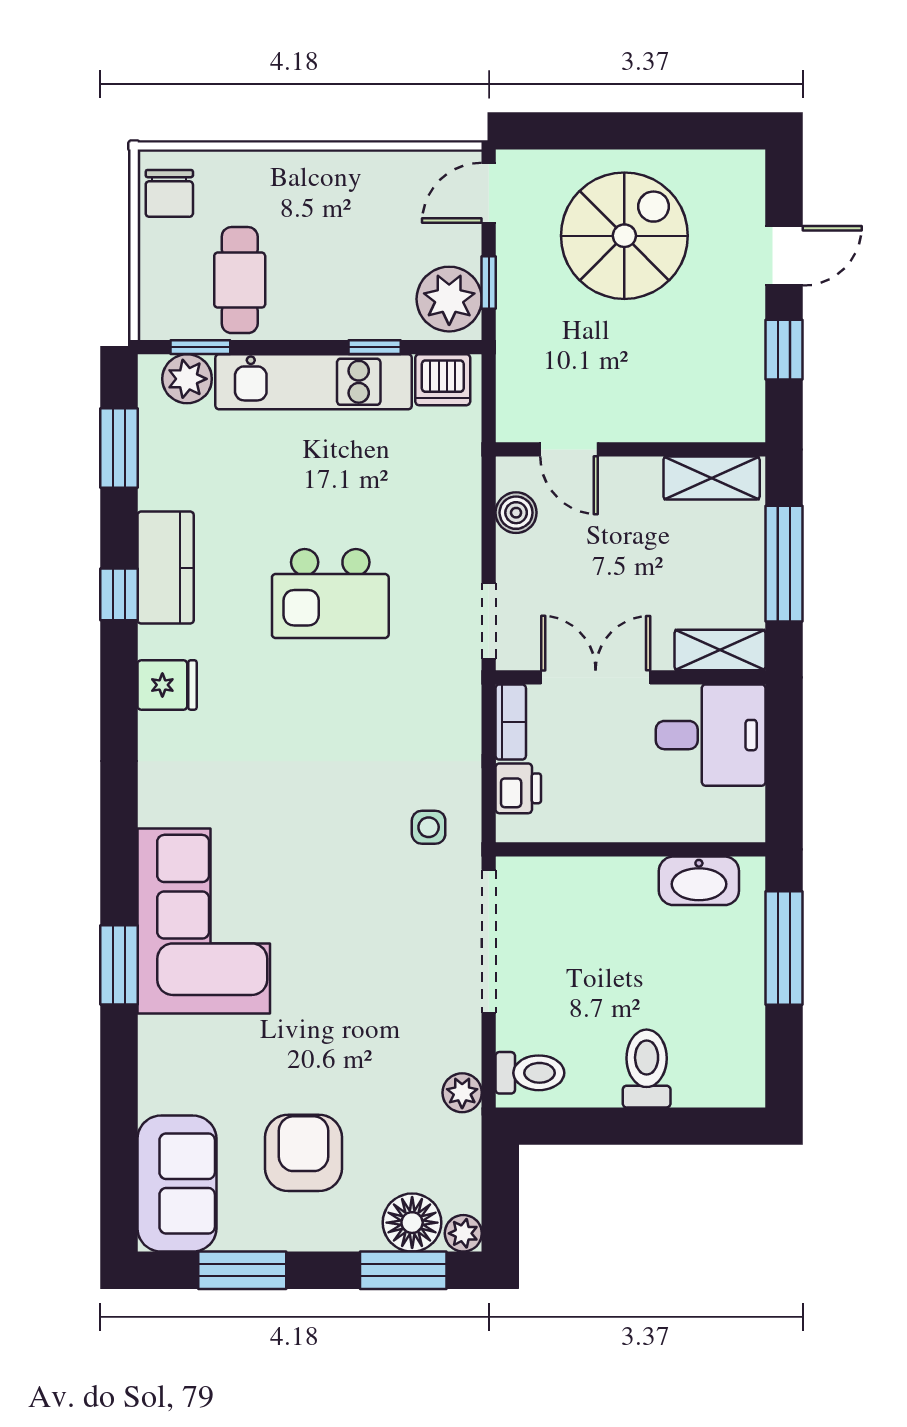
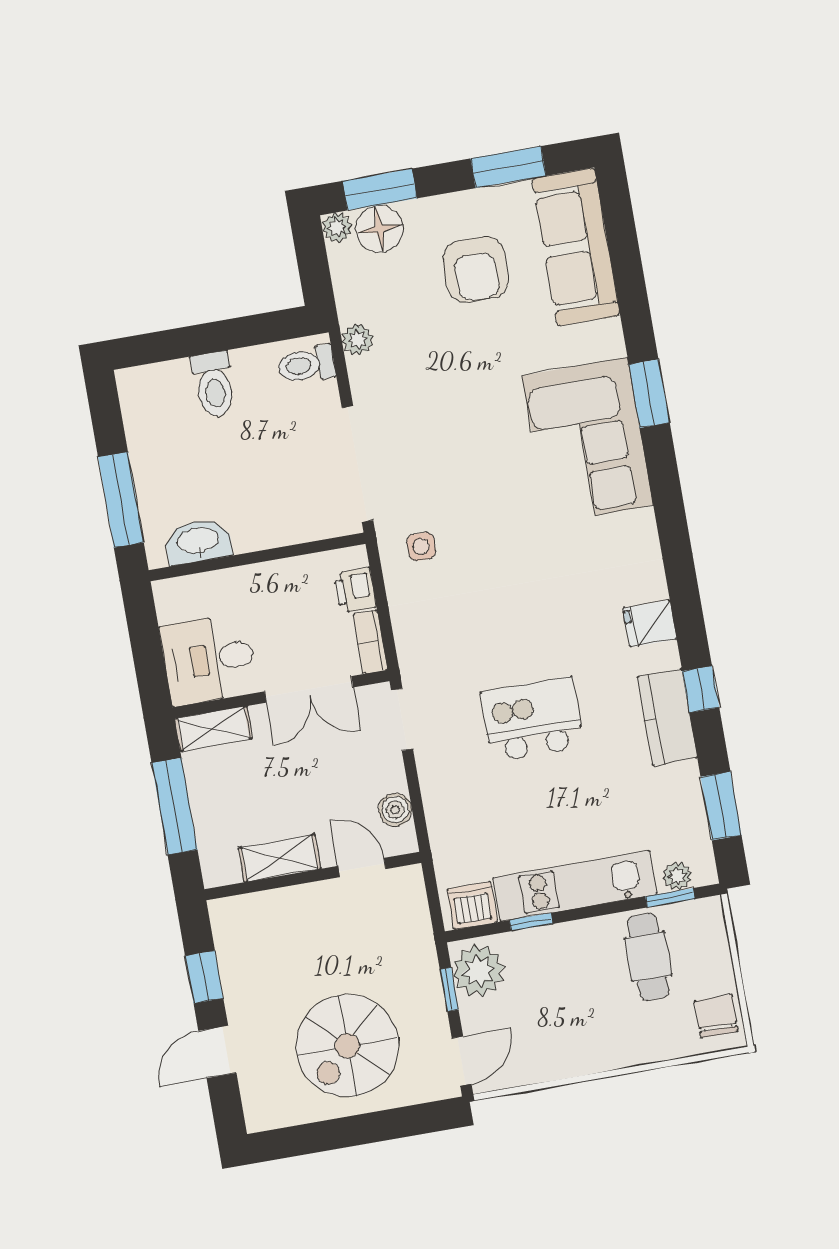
plant: (187, 379) -> (677, 876), width x0.73, depth x0.73
shelving: (712, 478) -> (279, 858), moved
sofa: (177, 1184) -> (576, 247), width x1.36

